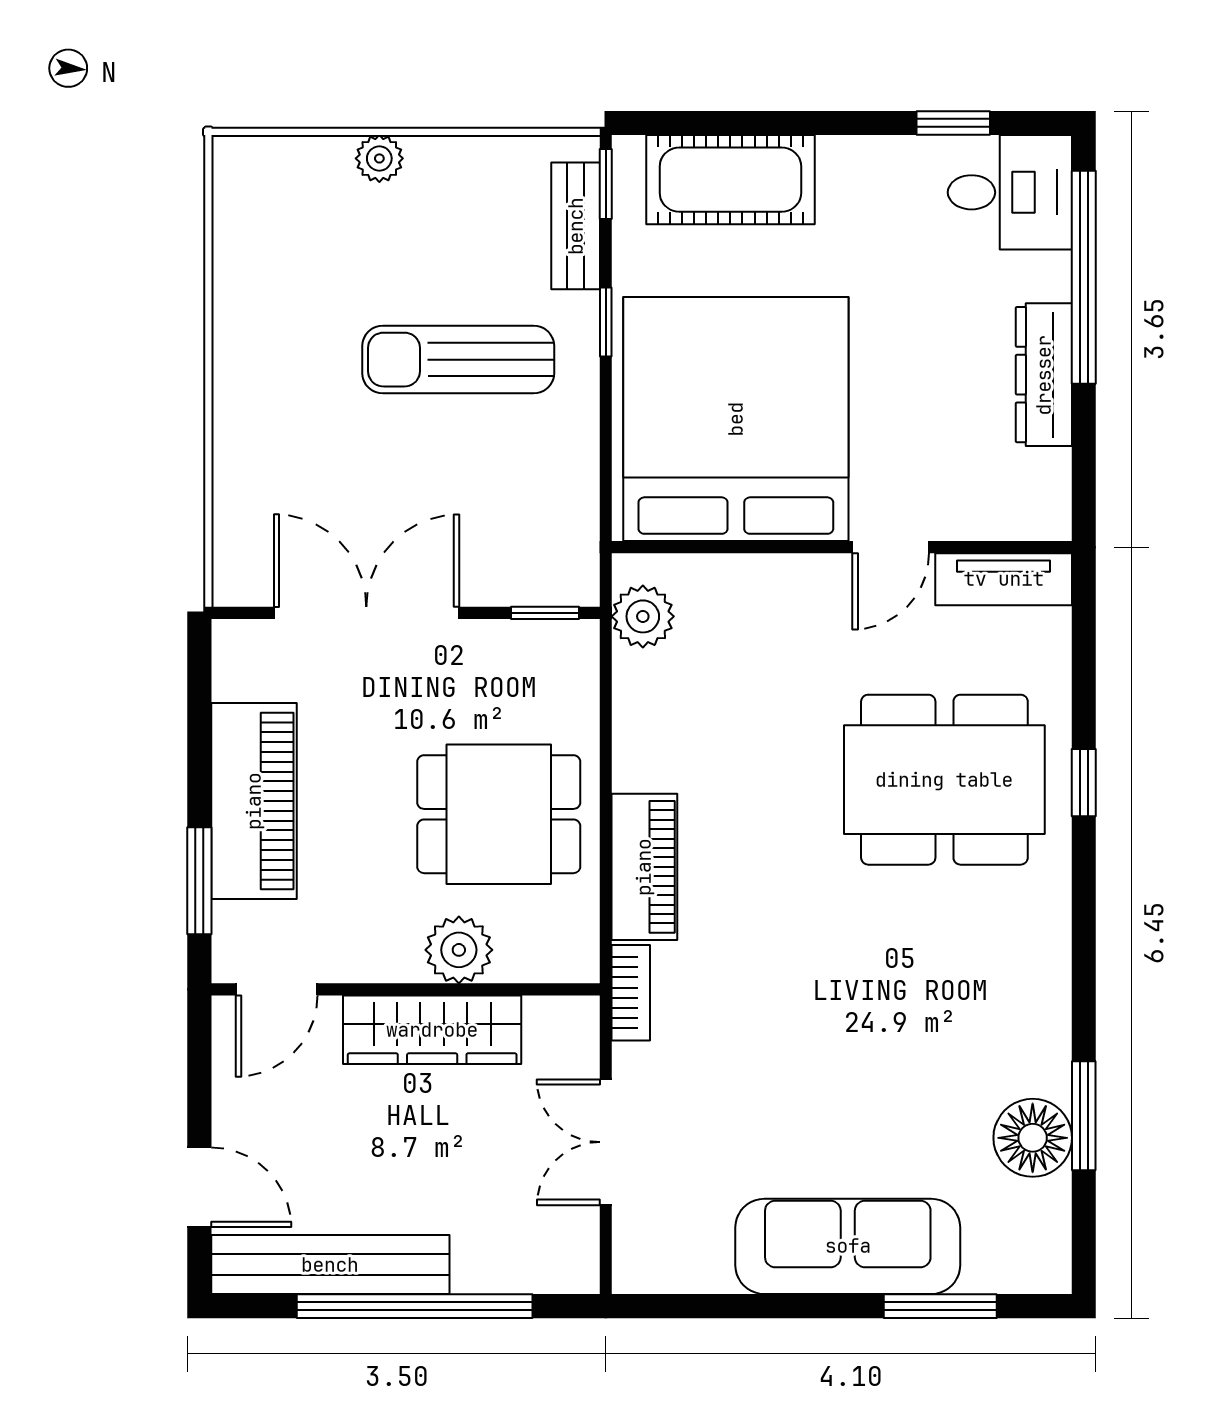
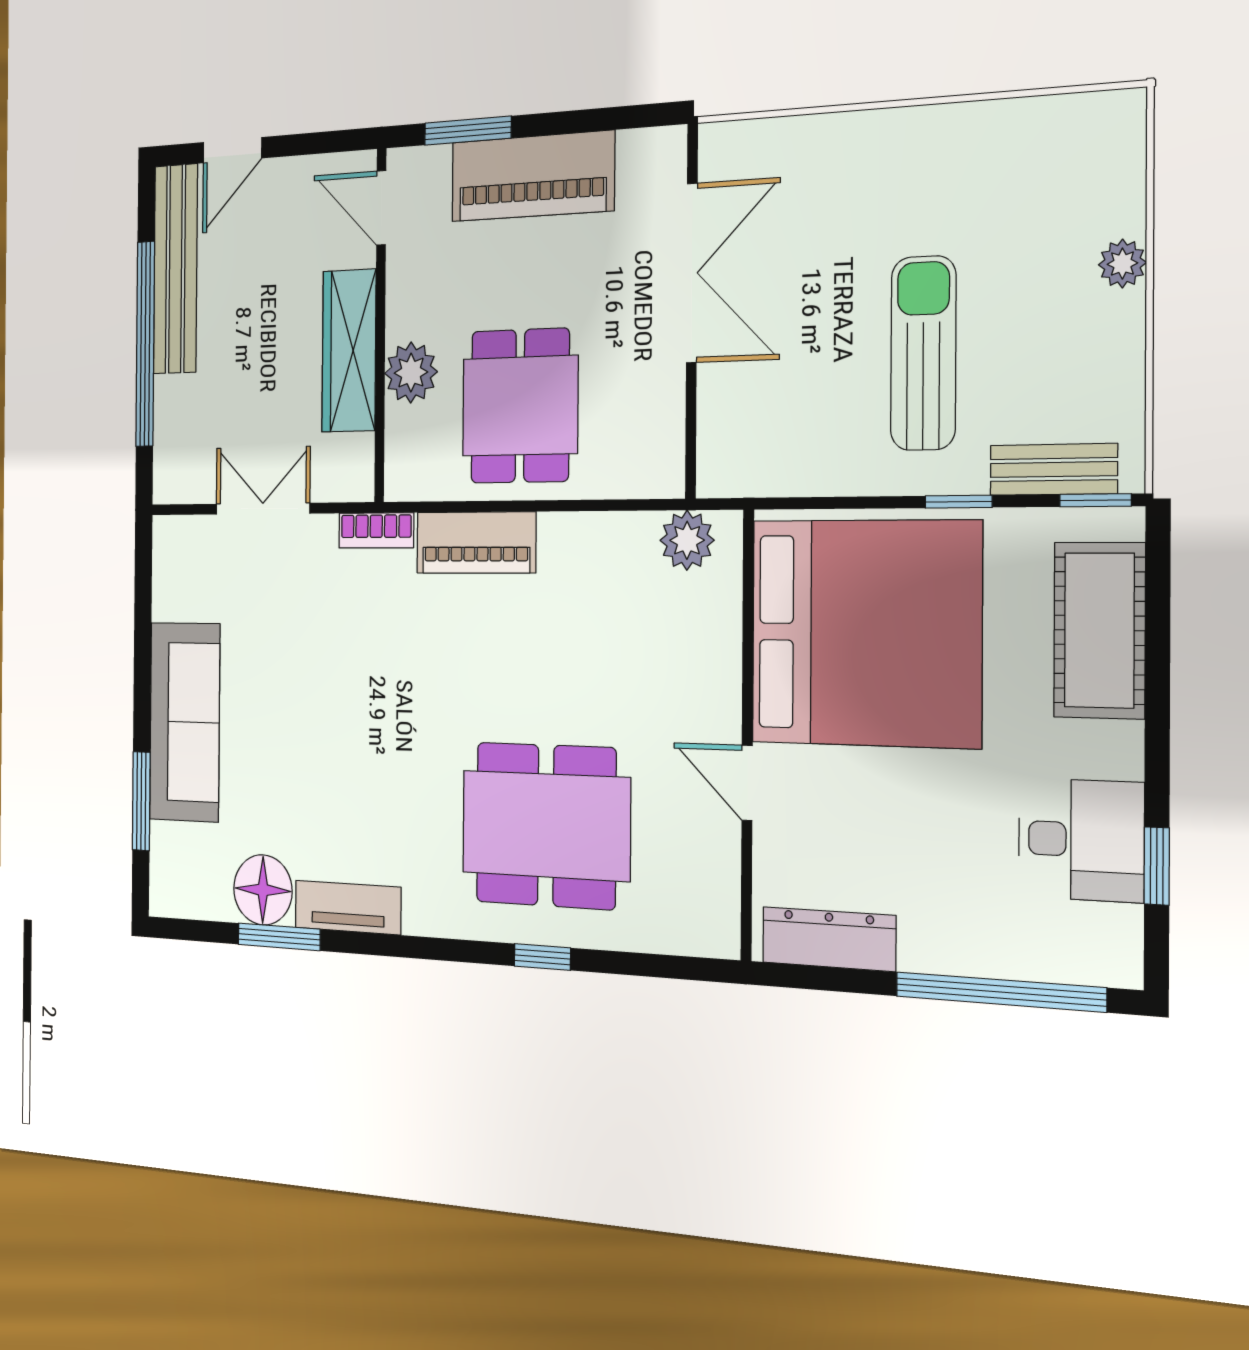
desk: (1010, 192) -> (1081, 840), moved, turned -90
dresser: (1044, 375) -> (829, 939), moved
tv unit: (1004, 579) -> (348, 907), moved, turned 90
window: (545, 613) -> (691, 446), removed
dining table: (944, 780) -> (546, 825), turned 90

